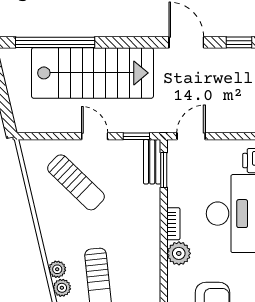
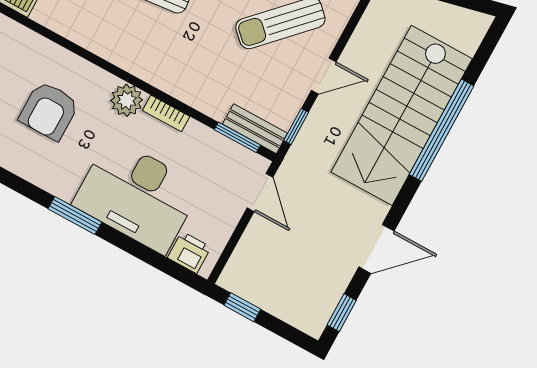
window: (55, 42) -> (442, 130), moved

